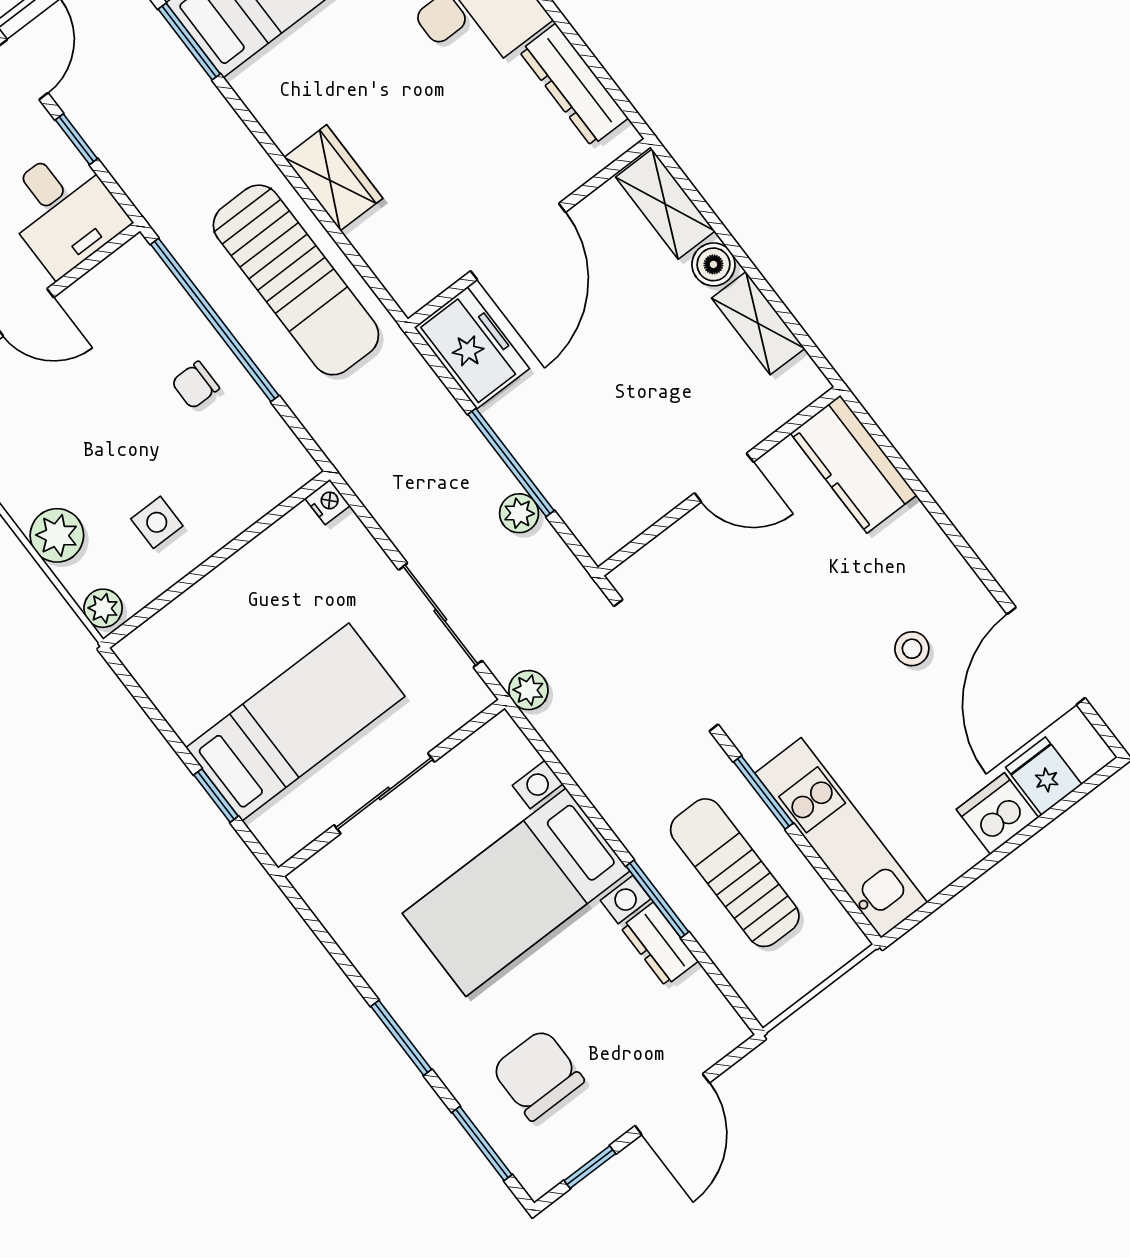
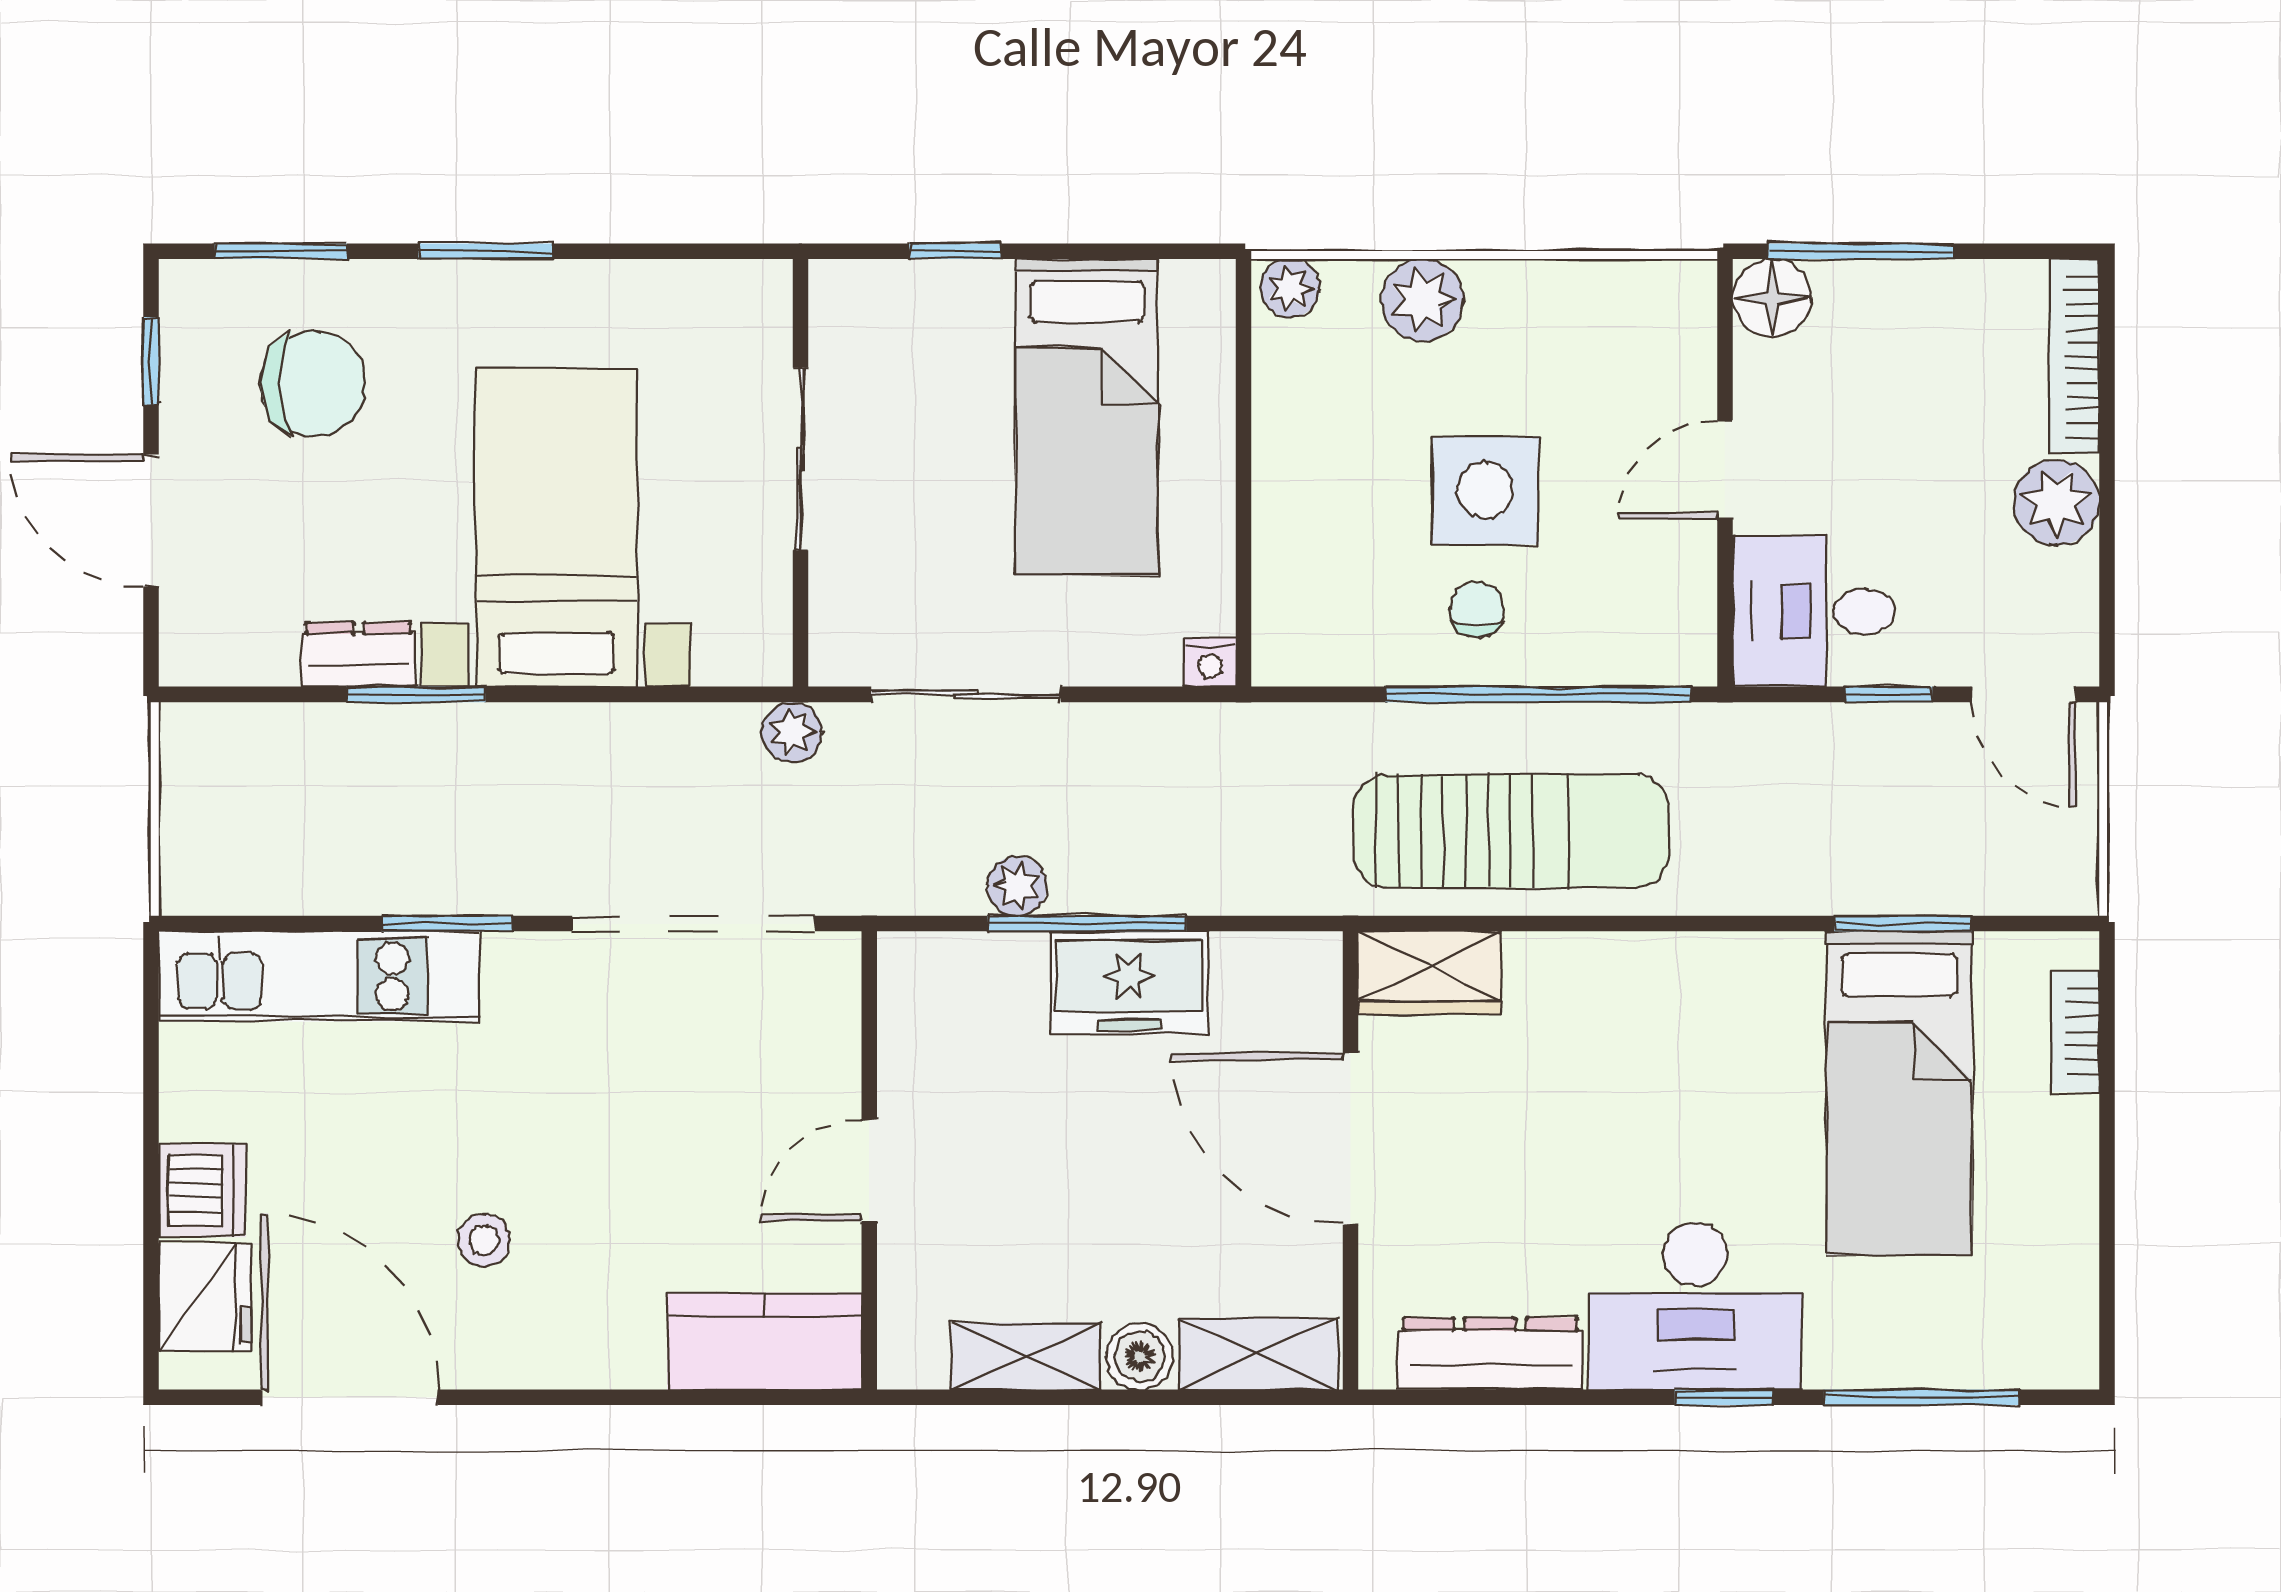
wardrobe: (333, 178) -> (1430, 973), moved
sun lounger: (296, 280) -> (1511, 831), turned 180
freezer: (472, 348) -> (1129, 983), moved
side table: (157, 522) -> (1485, 490), moved, width x1.87, depth x1.87
bed: (295, 722) -> (1087, 417), moved
fridge: (1044, 776) -> (205, 1297), width x1.38
sun lounger: (735, 873) -> (376, 814), removed

